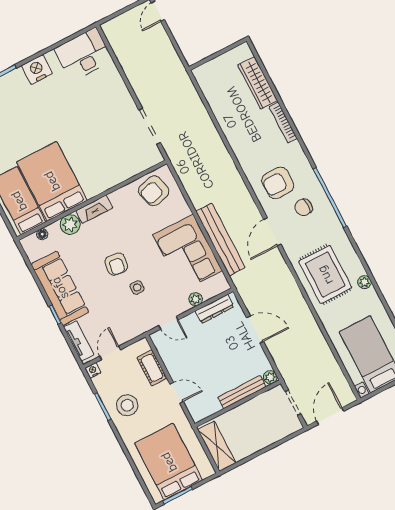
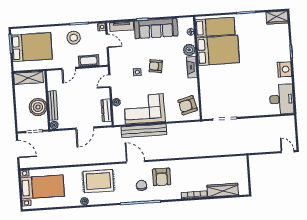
armchair: (278, 183) -> (162, 177), turned 180
armchair: (154, 191) -> (188, 105), turned -89
boiler: (254, 413) -> (38, 107), added

